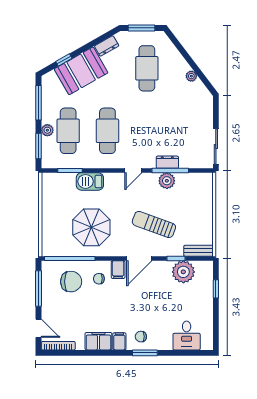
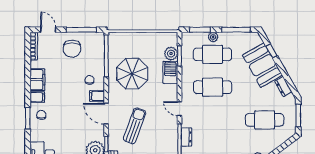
plant: (167, 181) -> (171, 54), moved
chair: (71, 282) -> (72, 49), moved
door: (38, 328) -> (48, 30), swing flipped

